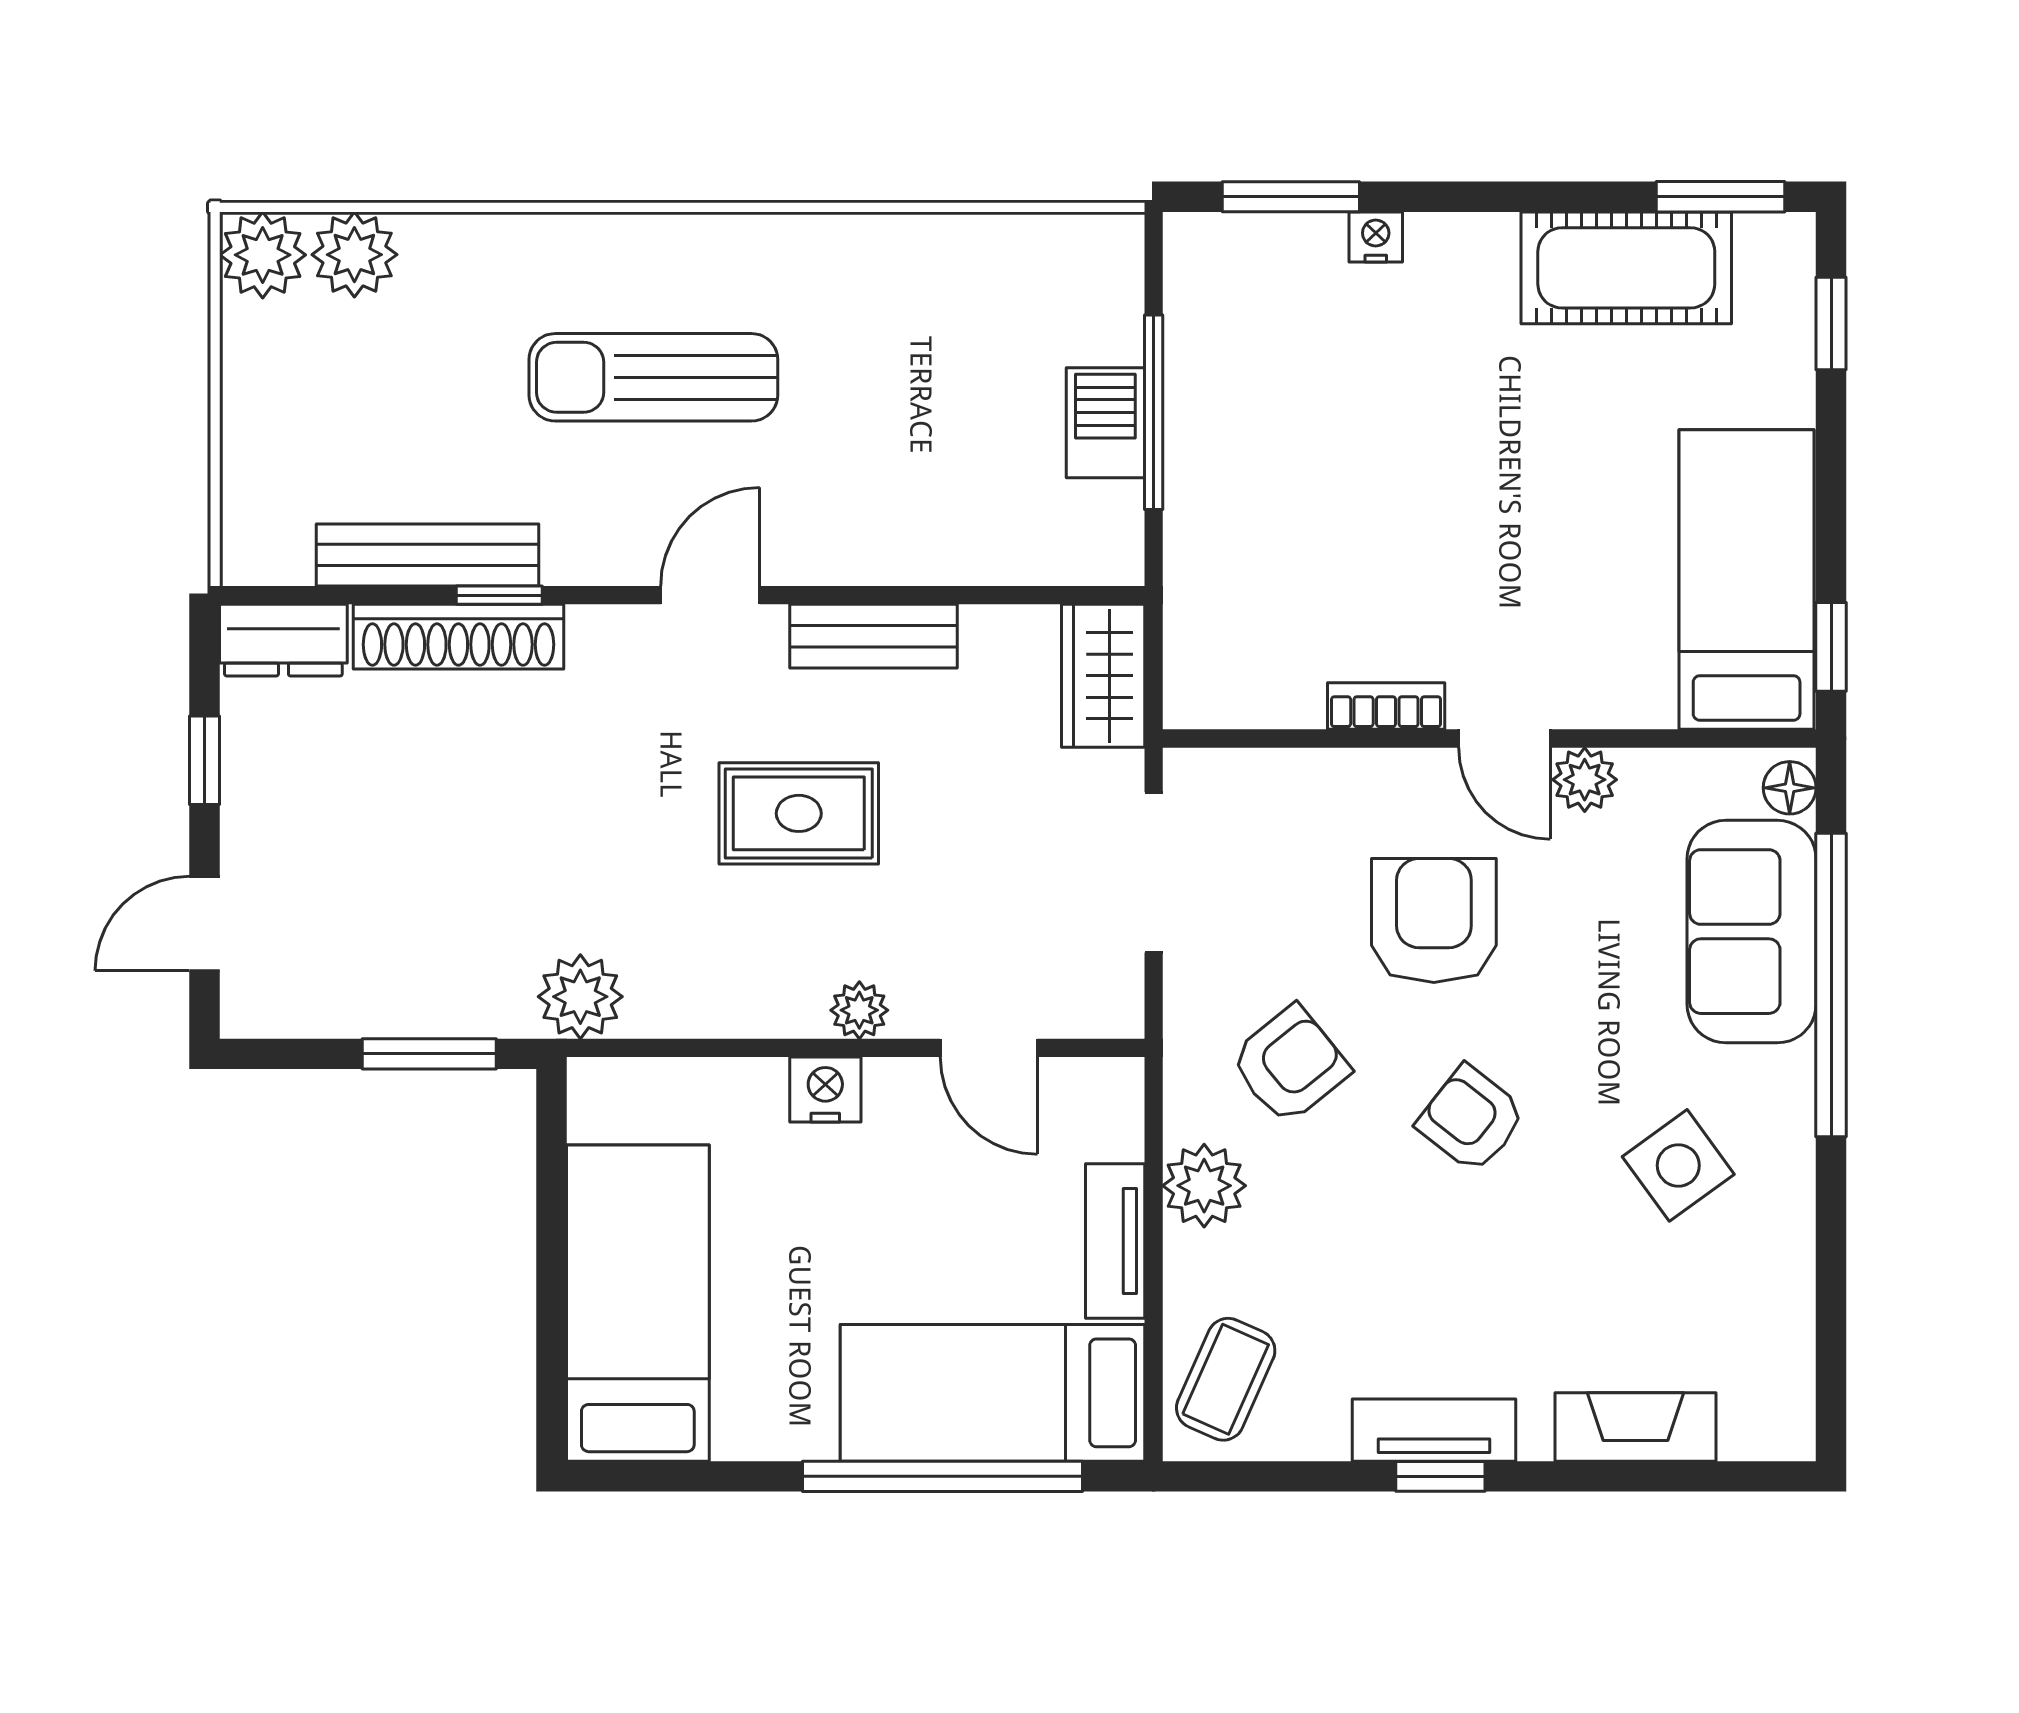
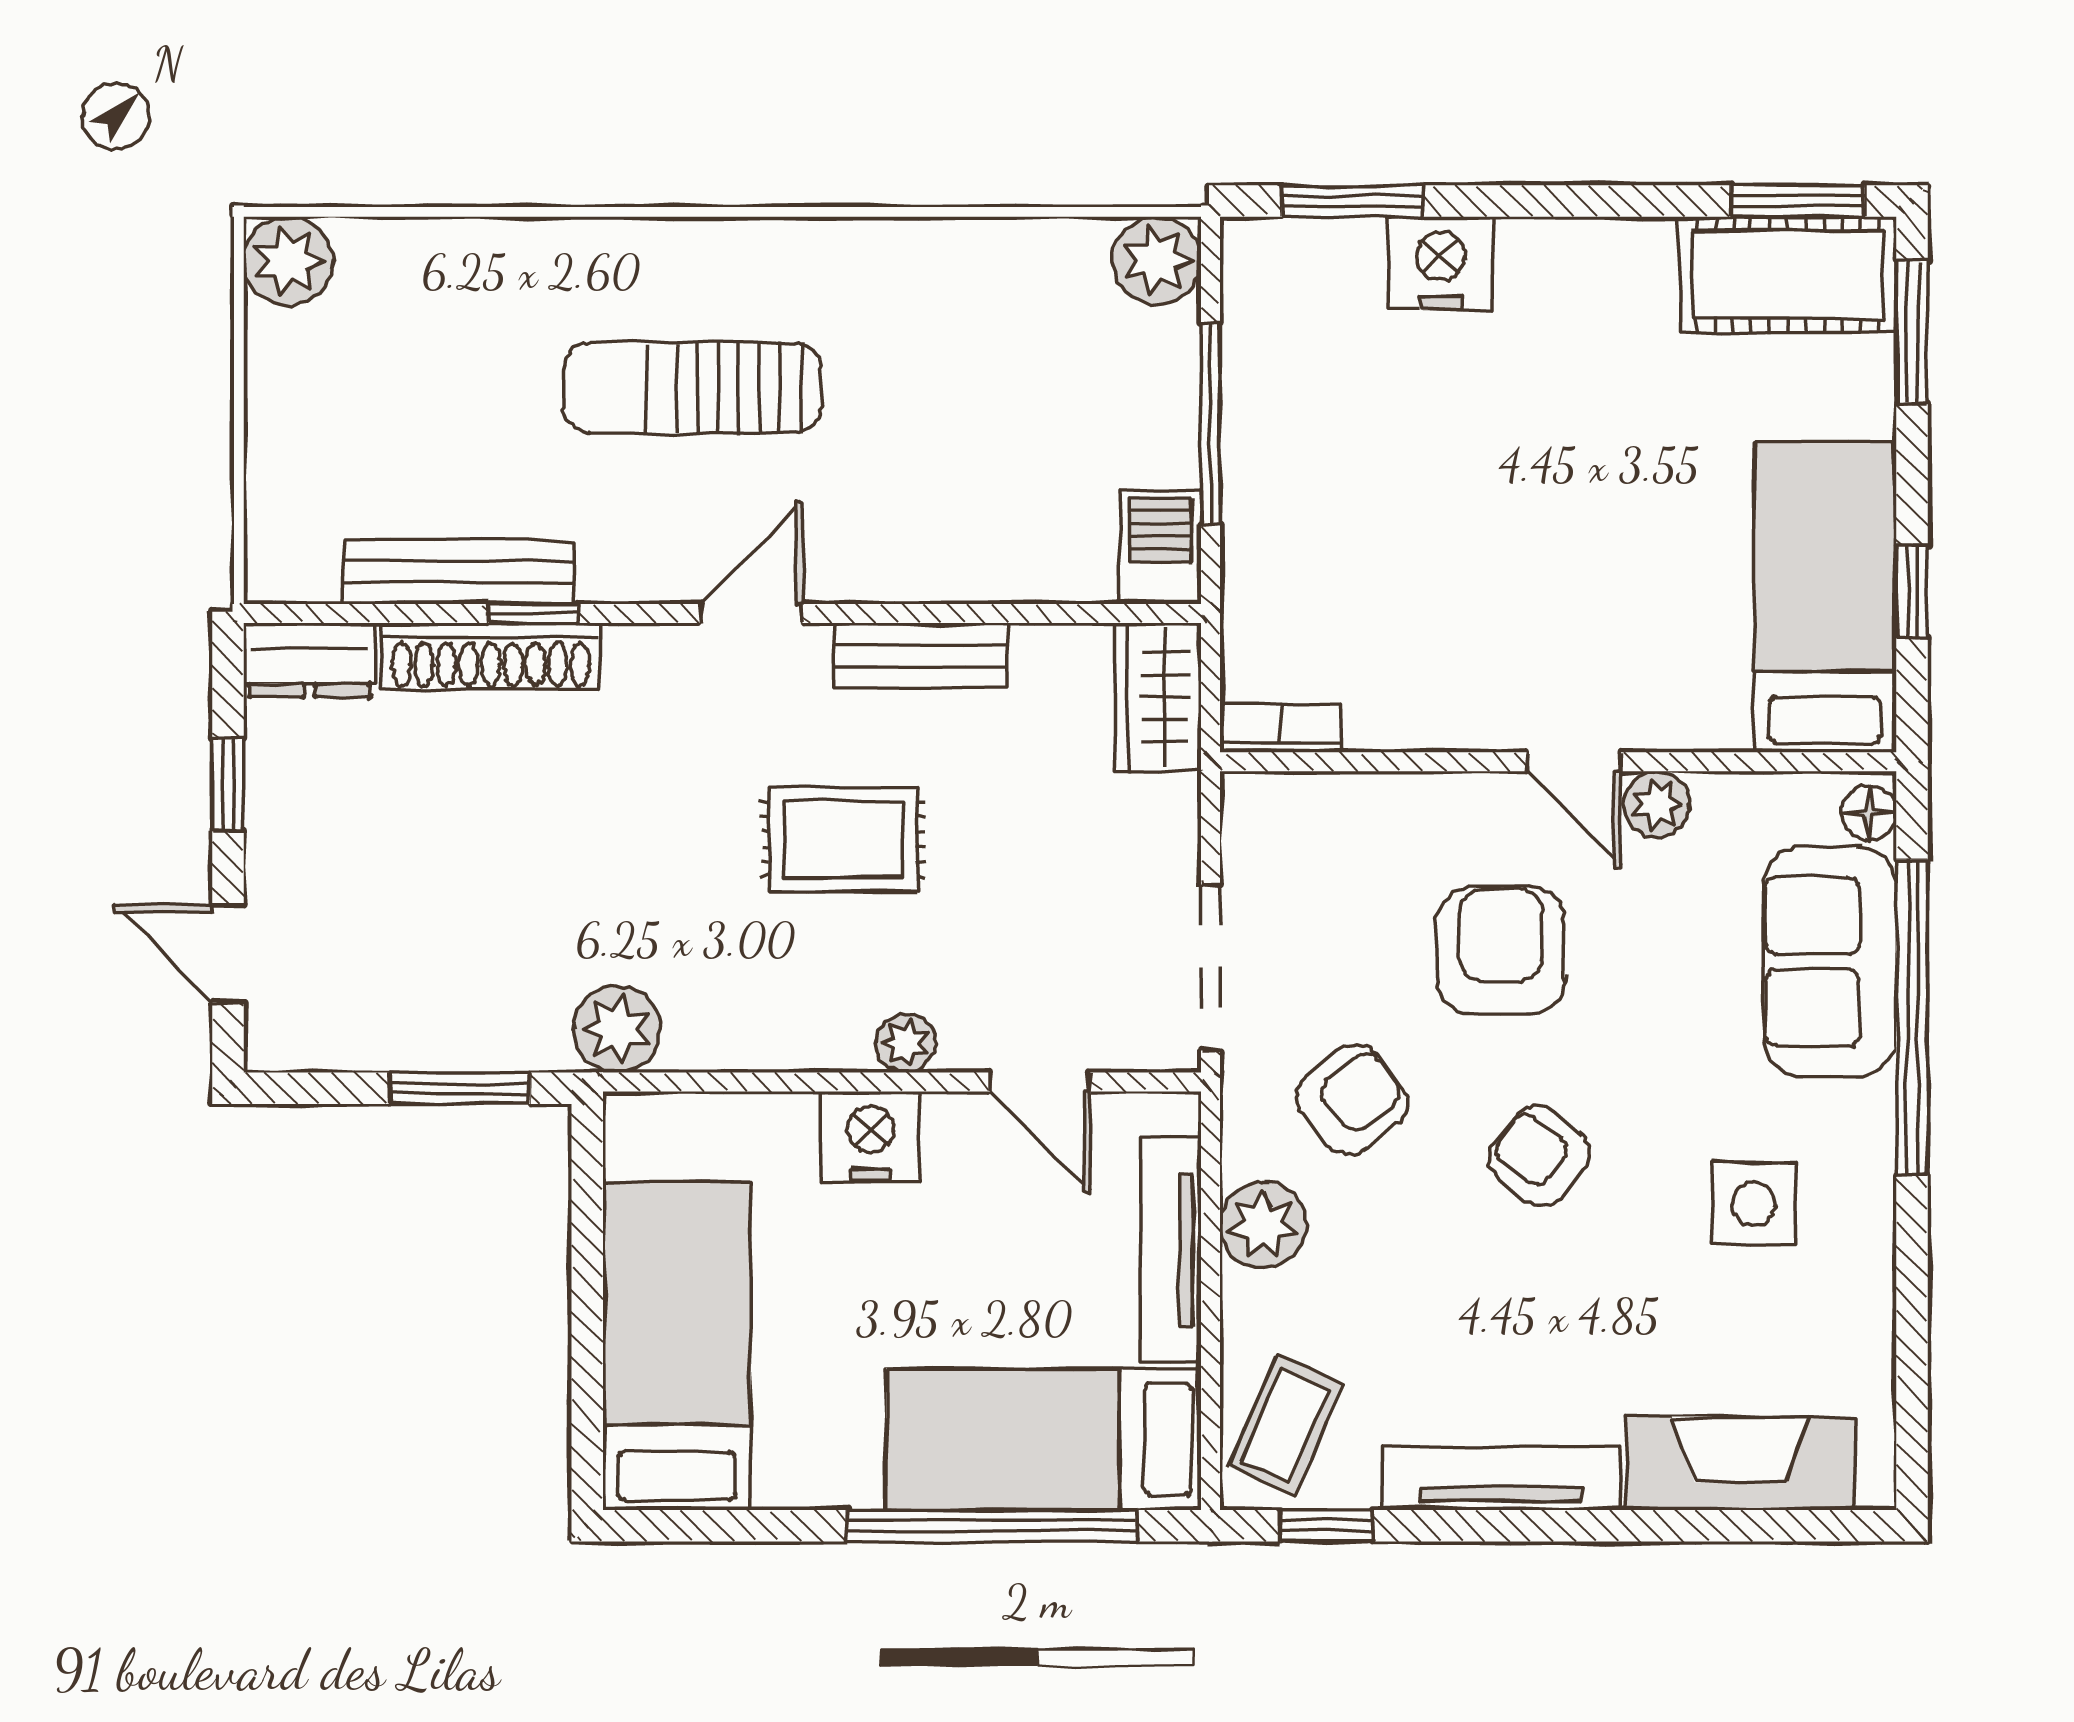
nightstand: (1376, 237) -> (1441, 263), width x1.89, depth x1.79
plant: (354, 255) -> (1157, 261), moved
cot: (1626, 268) -> (1788, 274), moved
window: (1831, 324) -> (1912, 332), width x1.50
barbecue: (1105, 423) -> (1161, 547), moved
window: (1831, 647) -> (1912, 592), moved
bookcase: (1386, 706) -> (1281, 728), moved
doorway: (1154, 872) -> (1211, 967), moved
door: (204, 924) -> (228, 954), hinge flipped
nightstand: (825, 1090) -> (871, 1136), width x1.36, depth x1.33
side table: (1678, 1165) -> (1754, 1204), turned 37
tv unit: (1115, 1241) -> (1171, 1249), width x1.41
fireplace: (1635, 1427) -> (1740, 1463), width x1.37, depth x1.32
tv unit: (1434, 1430) -> (1501, 1478), width x1.41
window: (1440, 1476) -> (1327, 1526), moved

